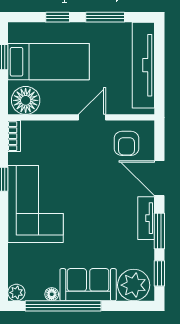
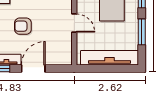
armchair: (126, 143) -> (23, 26), moved

